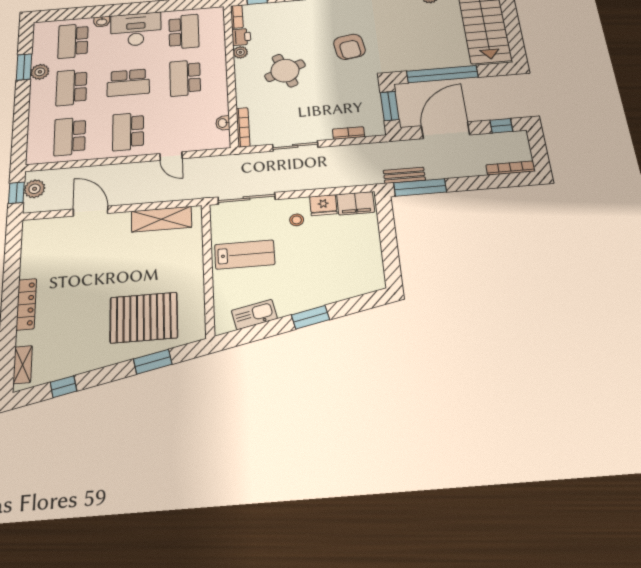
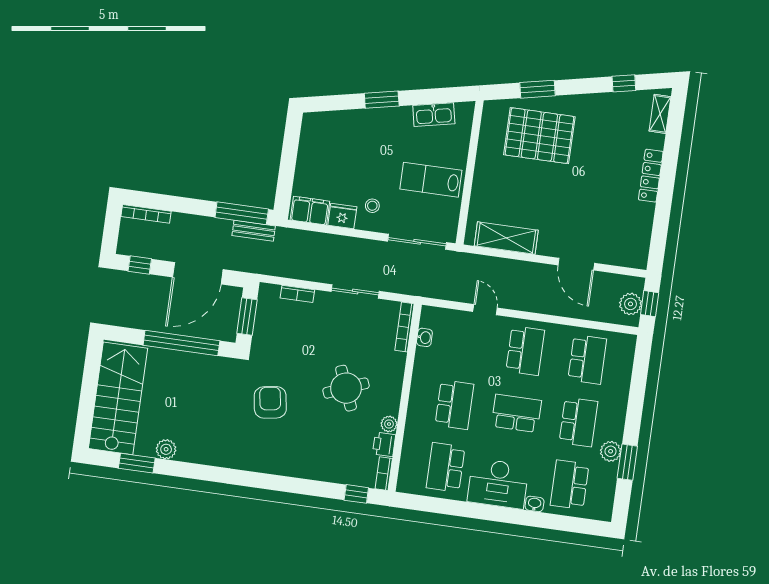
school desk: (73, 41) -> (570, 485), turned 180

